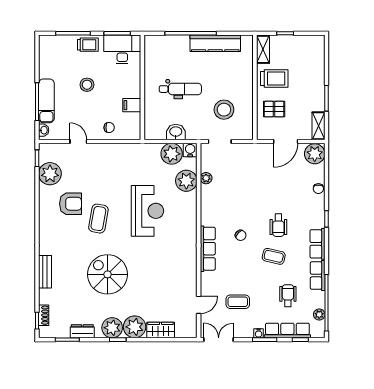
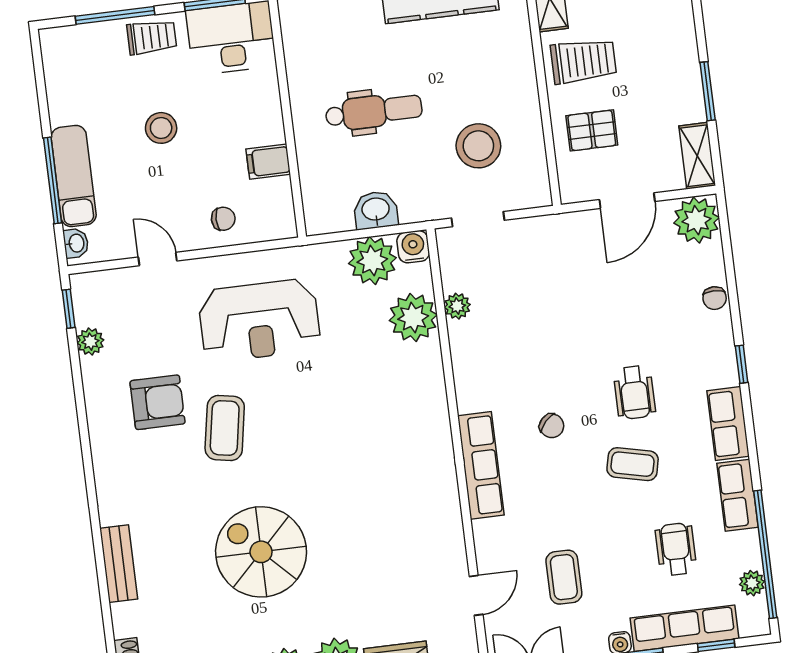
plant: (50, 174) -> (90, 342), width x0.53, depth x0.53
reception desk: (147, 211) -> (259, 320), moved, turned 90
coffee table: (238, 302) -> (564, 577), turned 90

